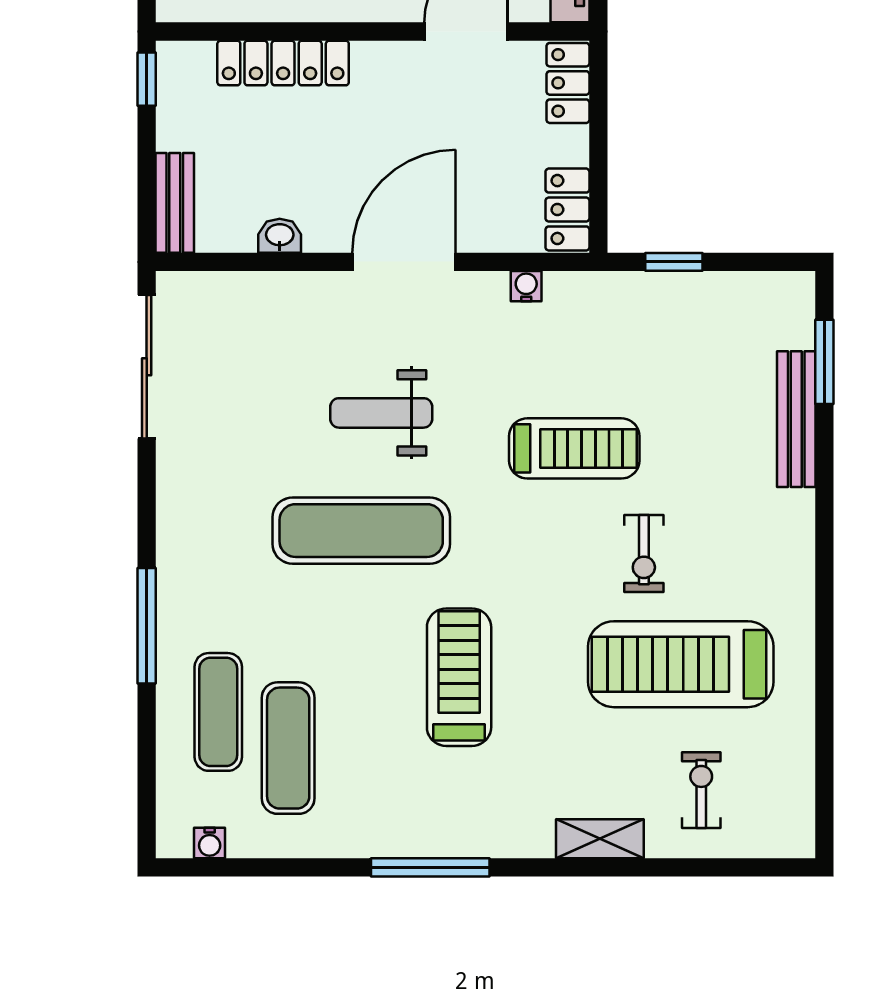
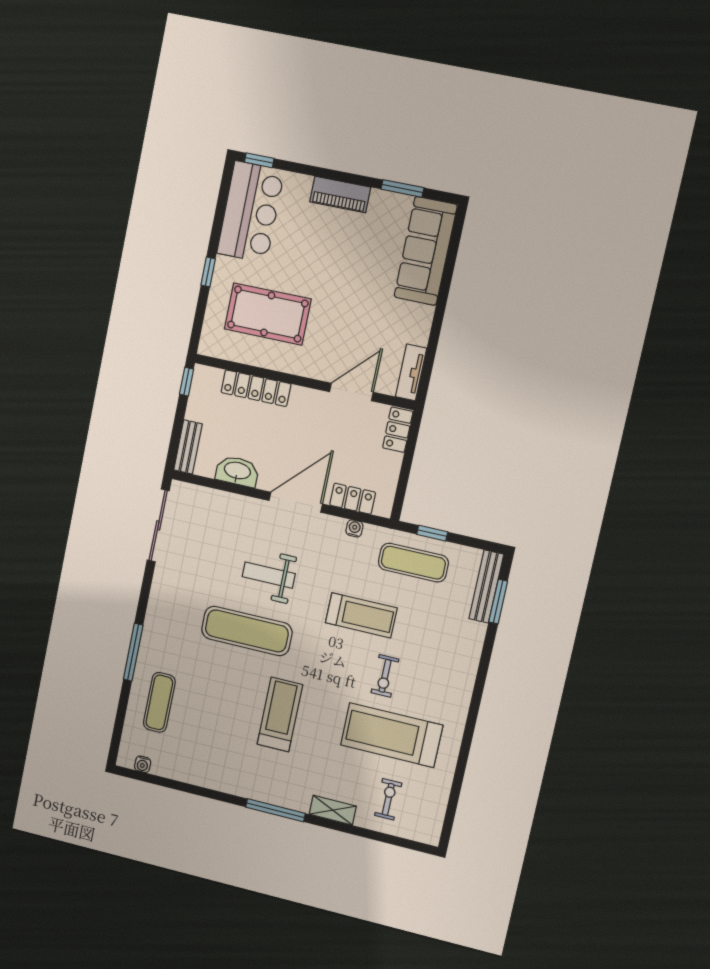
locker: (567, 210) -> (353, 499), moved, turned 90
washbasin: (280, 236) -> (237, 471), width x1.91, depth x1.45
bench: (796, 419) -> (486, 587), moved
exercise mat: (288, 748) -> (413, 563), moved, turned 90
window: (430, 867) -> (275, 810), moved

